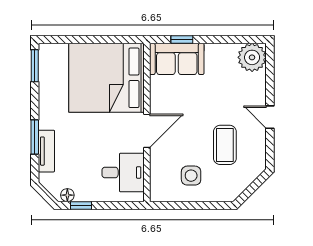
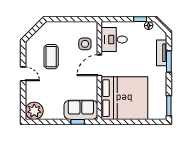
side table: (191, 176) -> (85, 44), moved

